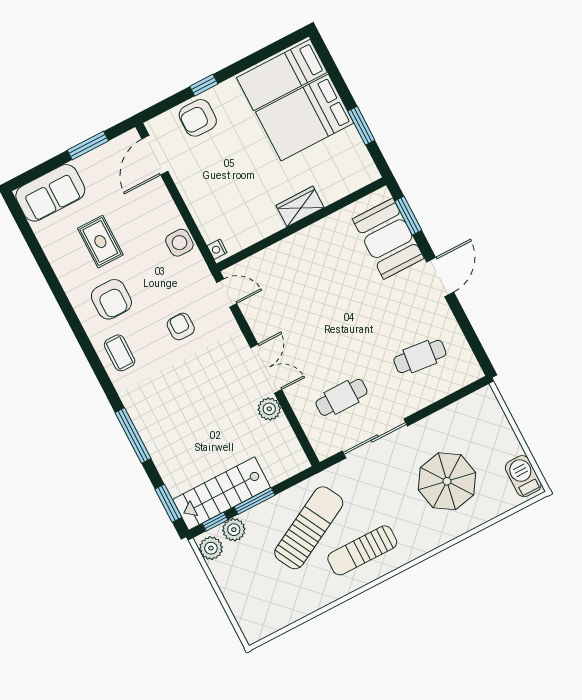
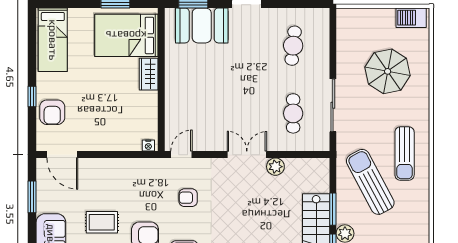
bed: (305, 117) -> (126, 35), moved, turned 90
side table: (179, 243) -> (131, 169), removed

